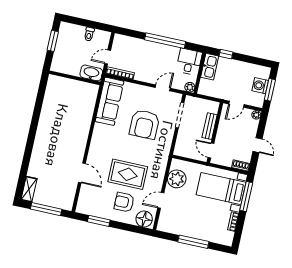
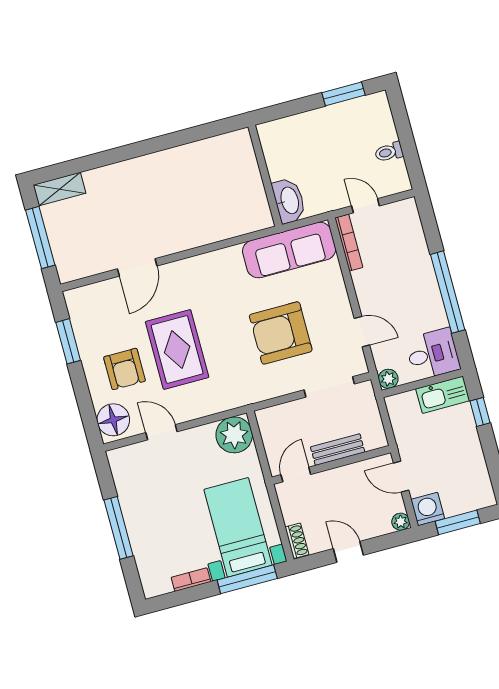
washbasin: (91, 73) -> (289, 201), moved
wall: (75, 78) -> (265, 176), moved
washing machine: (260, 86) -> (428, 509), moved
door: (258, 145) -> (348, 552), swing flipped
plant: (177, 179) -> (234, 435), moved
armchair: (124, 202) -> (125, 369), turned 180

